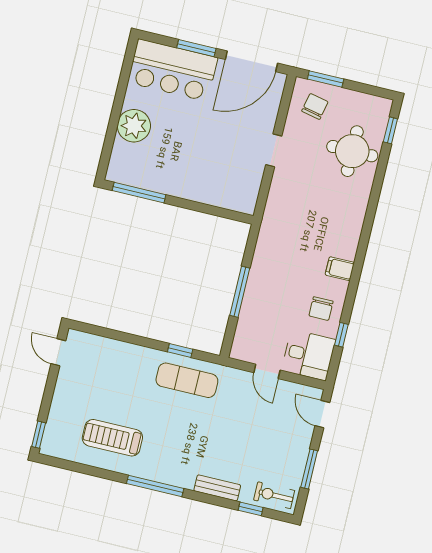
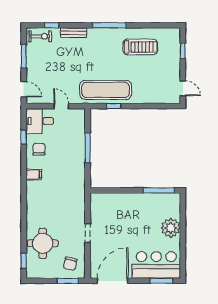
window: (196, 48) -> (161, 281), moved
exercise mat: (187, 380) -> (106, 90), width x1.36, depth x1.45
window: (39, 435) -> (183, 51), moved

